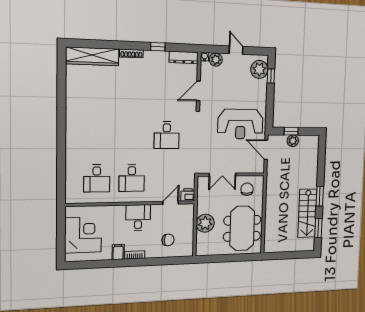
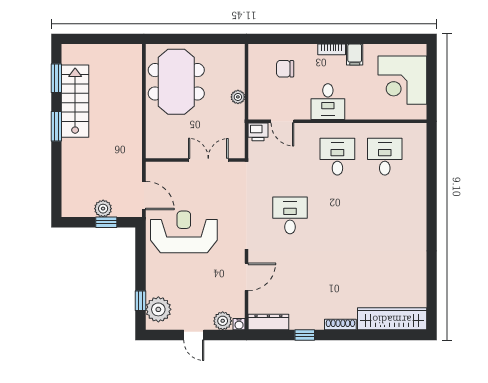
chair: (247, 189) -> (171, 139), removed
door: (171, 203) -> (282, 121), hinge flipped
plant: (205, 223) -> (238, 97), width x0.53, depth x0.53

